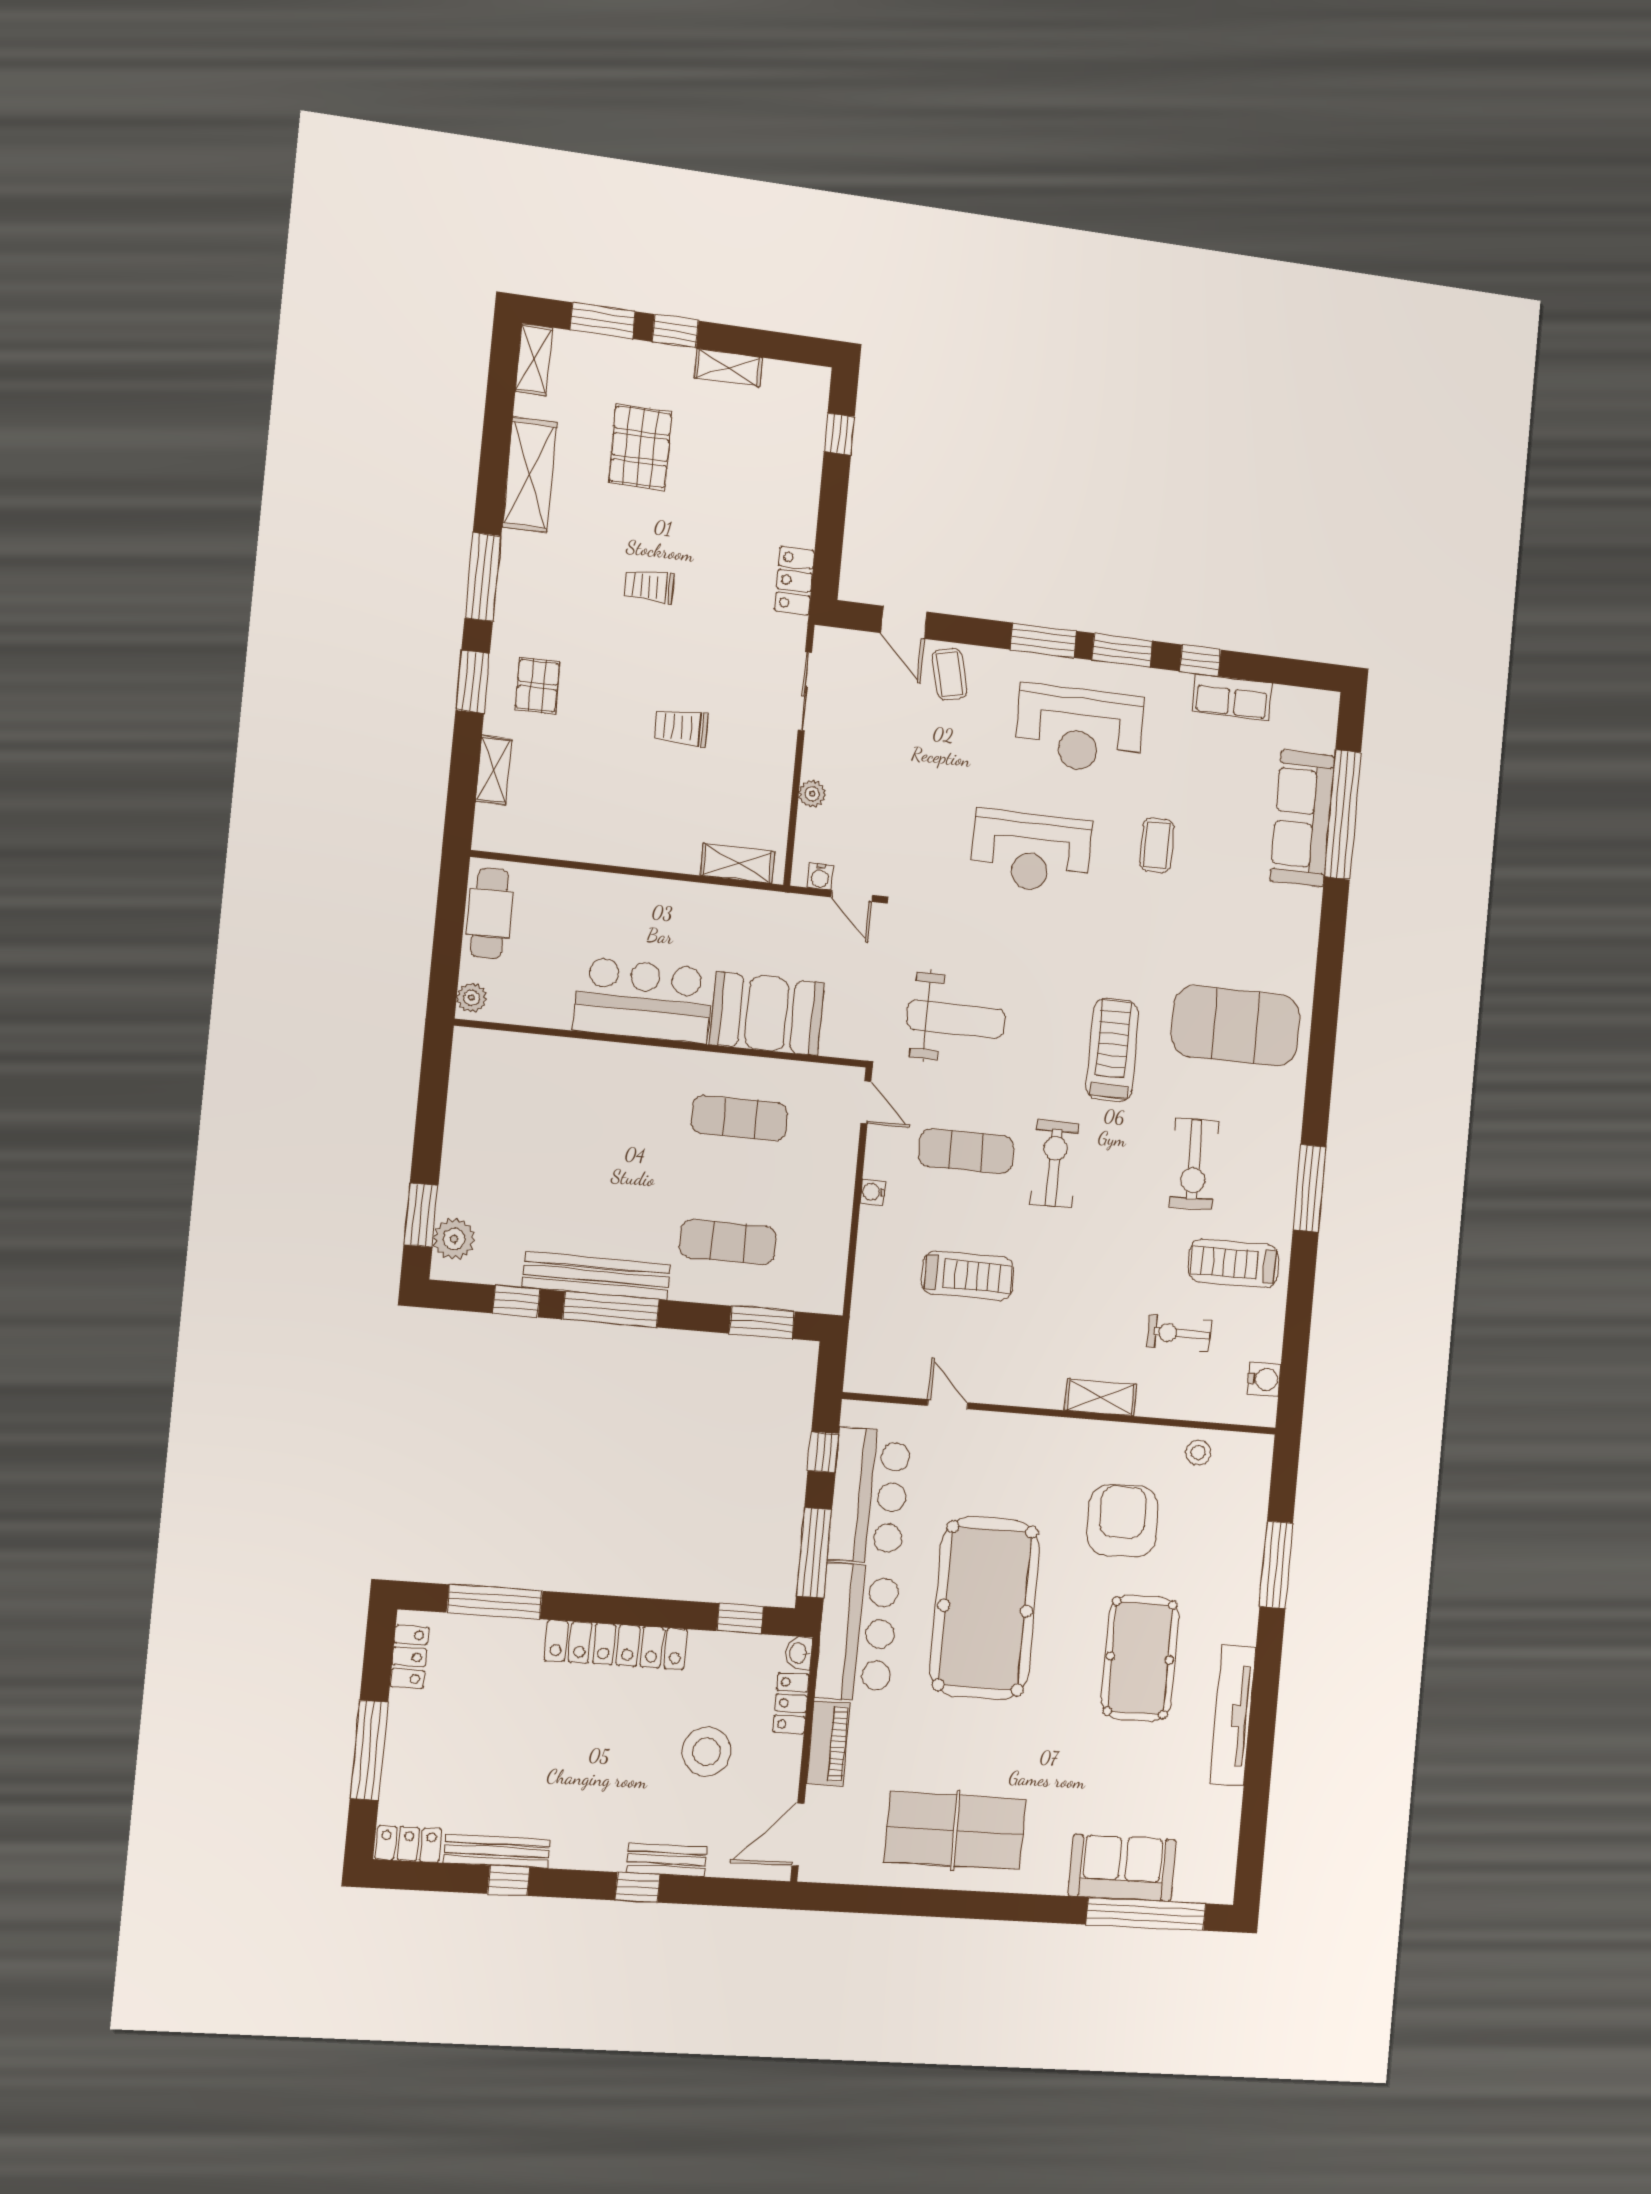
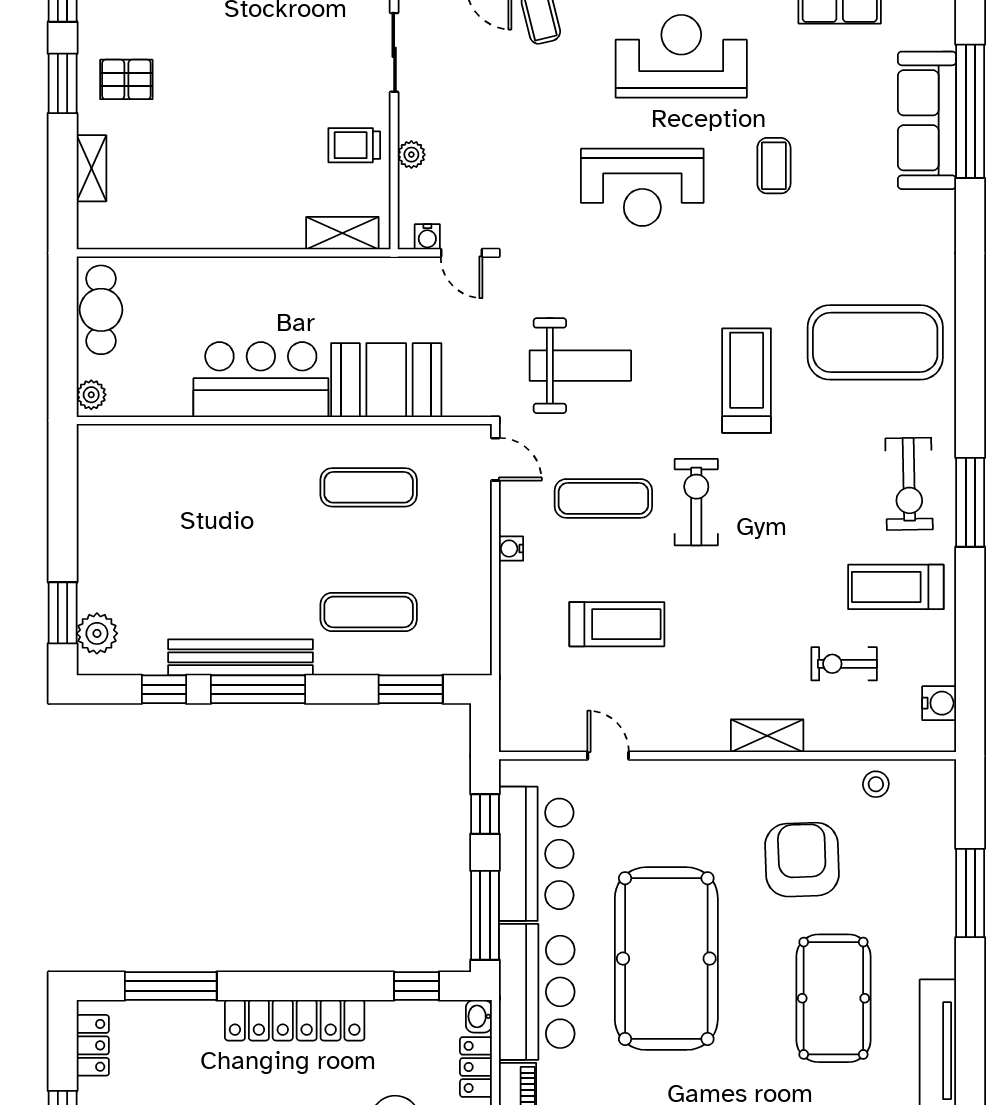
pallet: (537, 686) -> (126, 79), turned 90
trolley: (681, 728) -> (354, 145), moved
reception desk: (1079, 729) -> (681, 56), turned 180
exercise bike: (1194, 1164) -> (909, 484), moved

